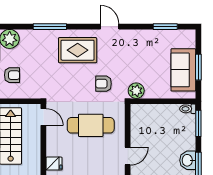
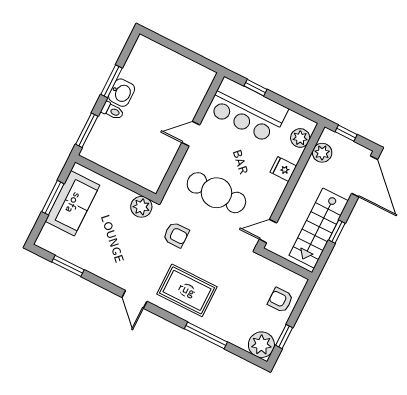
toilet: (188, 109) -> (112, 111), moved
door: (43, 117) -> (268, 231), hinge flipped

